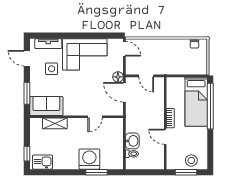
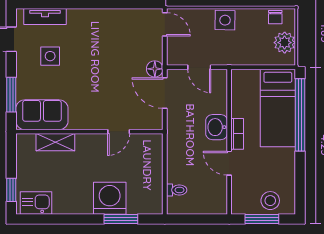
side table: (163, 46) -> (225, 20), added
corner sofa: (85, 54) -> (102, 33), removed
plant: (200, 60) -> (285, 43), added
washbasin: (132, 141) -> (217, 127), moved, turned 180

